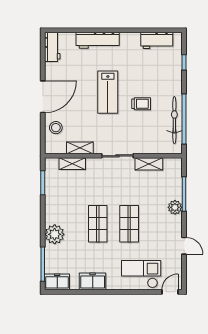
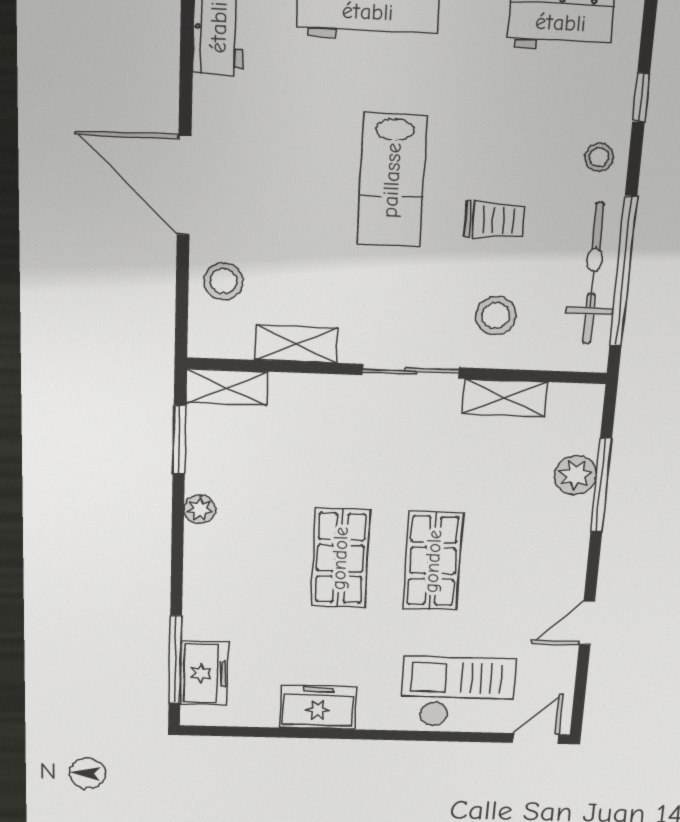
stool: (173, 82) -> (599, 157), added
door: (43, 97) -> (184, 185), swing flipped
stool: (144, 136) -> (496, 316), added
shelving: (72, 164) -> (227, 387), moved
plant: (175, 207) -> (575, 475), moved
plant: (55, 234) -> (200, 509), moved, width x0.53, depth x0.53
door: (184, 246) -> (587, 623), swing flipped
freezer: (57, 282) -> (204, 673), moved, turned 90

